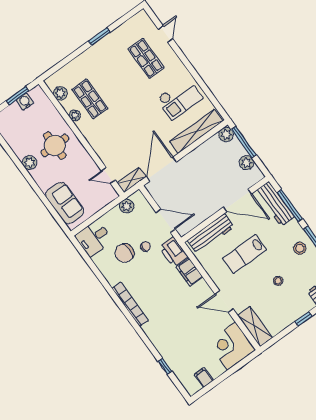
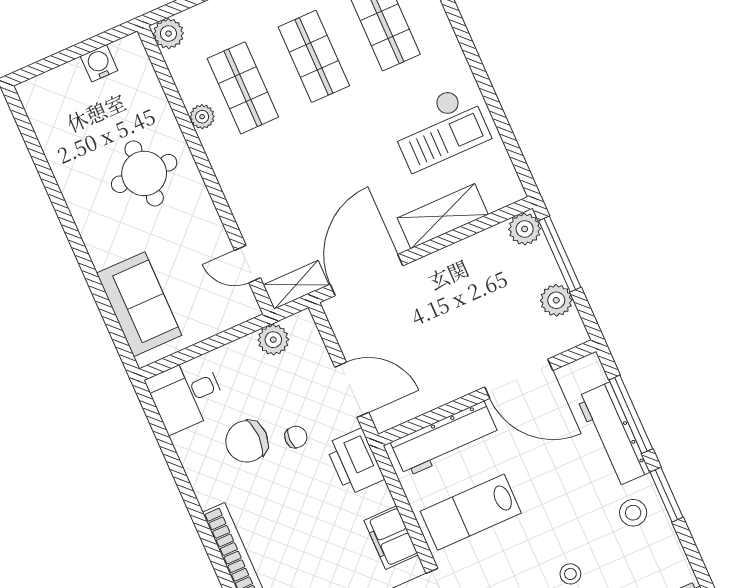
shop shelf: (118, 79) -> (314, 56), added
plant: (60, 93) -> (168, 34), moved
window: (18, 96) -> (86, 47), removed
shelving: (196, 131) -> (443, 216), width x0.68
plant: (30, 163) -> (81, 199), removed
workbench: (275, 204) -> (613, 435), moved
lab bench: (244, 254) -> (471, 512), moved
filing cabinet: (190, 272) -> (391, 538), moved

